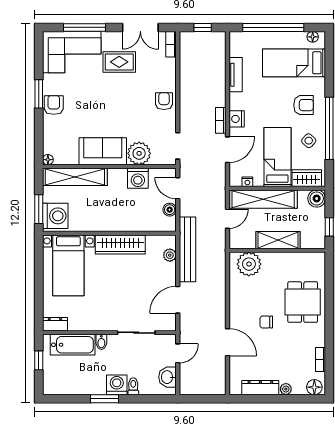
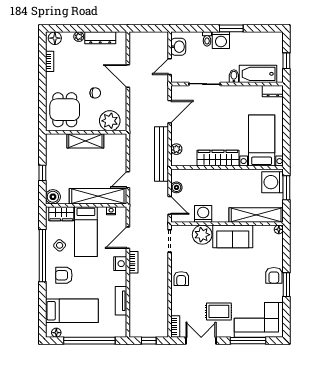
shelving: (278, 240) -> (85, 141), moved
wall: (277, 250) -> (86, 132), moved
plant: (249, 264) -> (110, 121), moved

